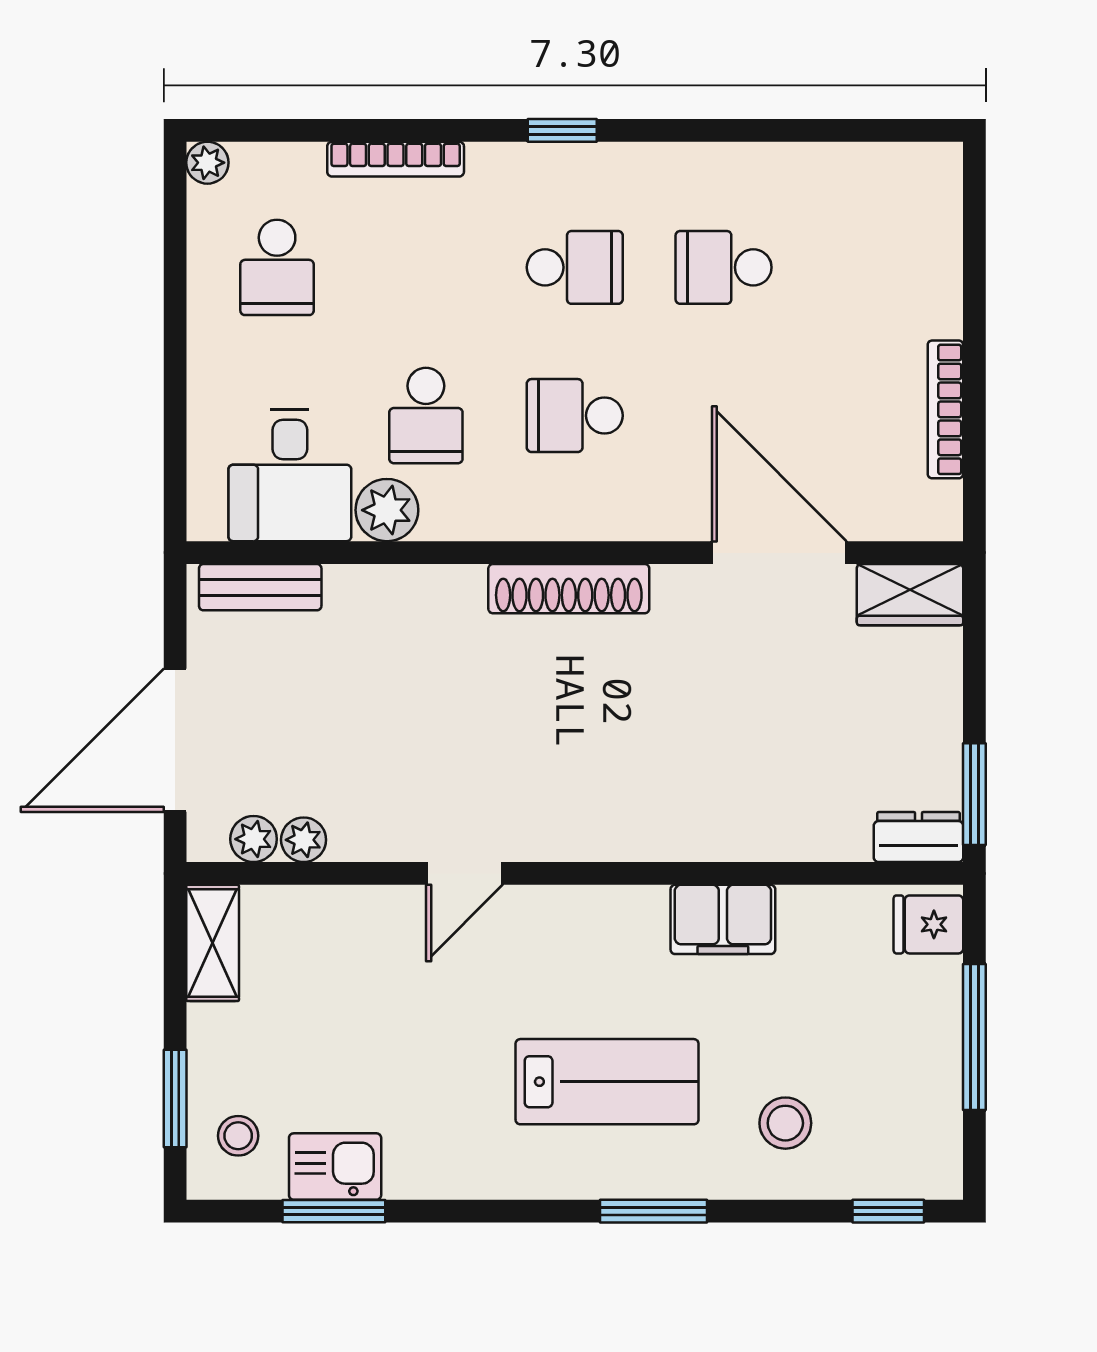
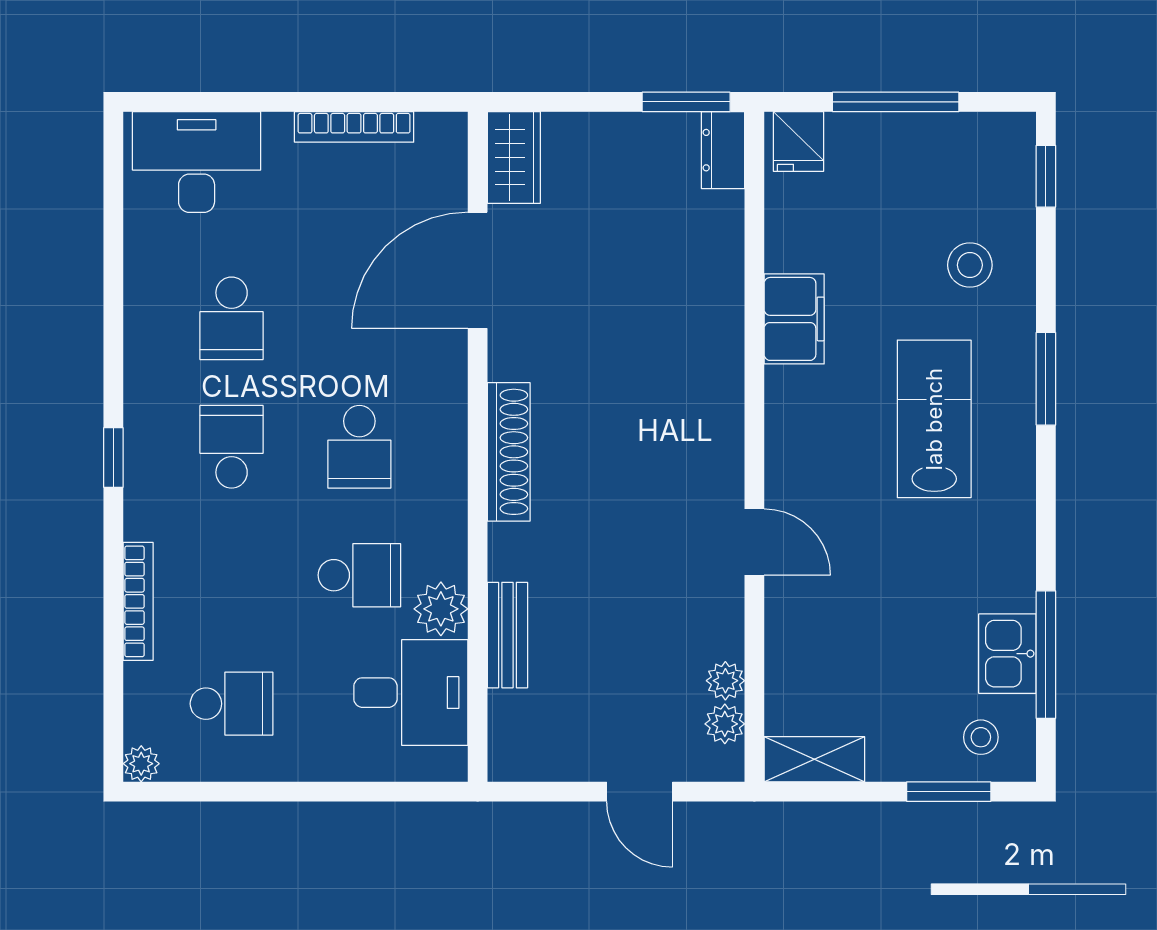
desk: (905, 227) -> (197, 162), added
bench: (260, 587) -> (507, 635), moved
door: (175, 740) -> (640, 792), width x0.53
window: (334, 1211) -> (1046, 655), width x1.44

